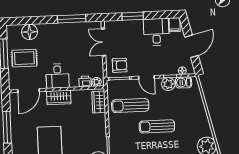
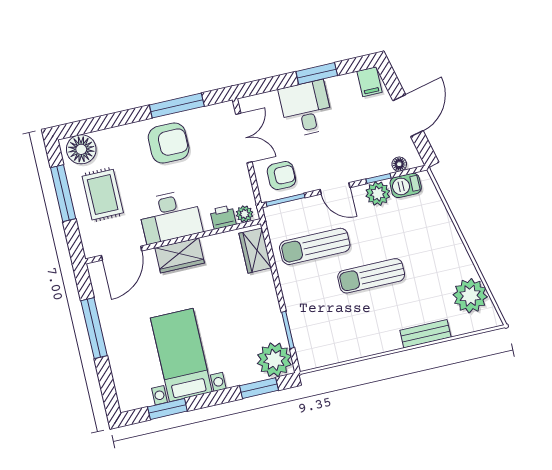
window: (133, 16) -> (317, 74), moved
floor lamp: (30, 32) -> (81, 149), moved
desk: (156, 32) -> (306, 109), moved
armchair: (64, 38) -> (169, 143), added
double door: (104, 42) -> (244, 138), swing flipped
rug: (24, 58) -> (103, 195), turned 90
desk: (57, 76) -> (170, 216), width x1.37

